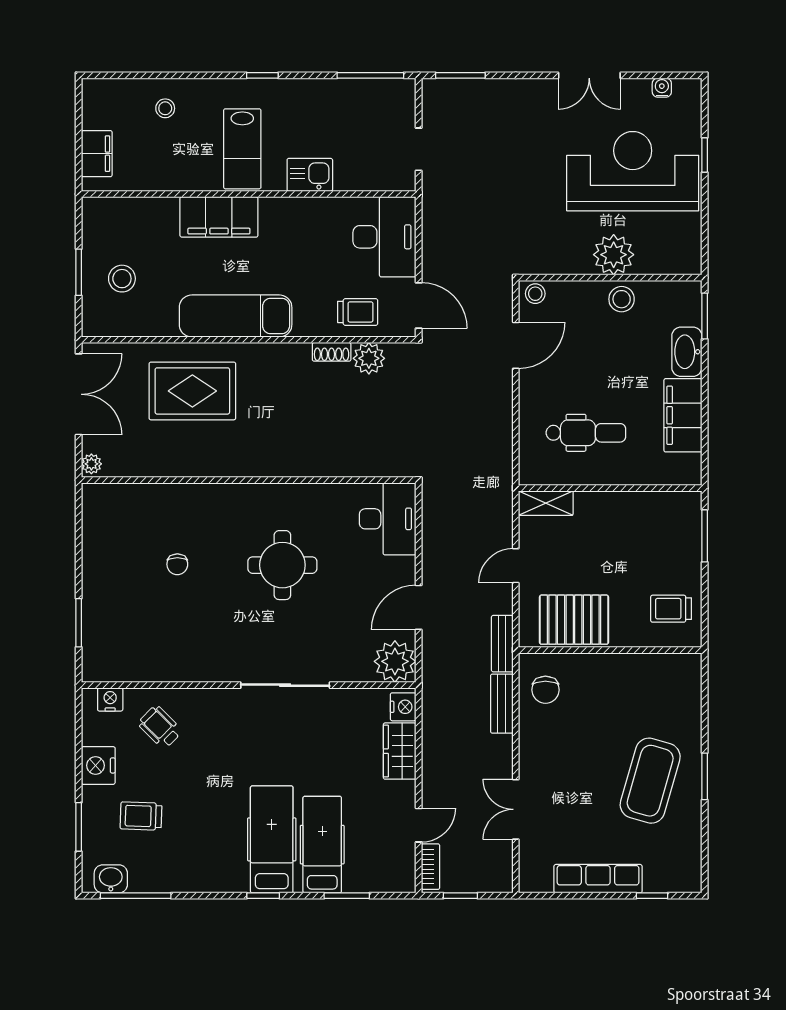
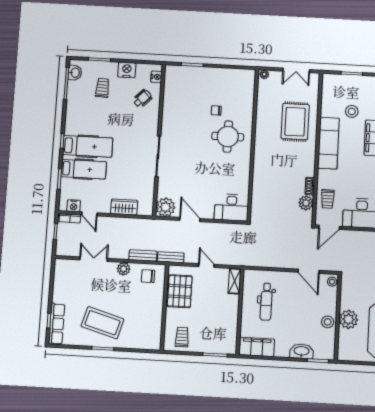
stool: (122, 279) -> (352, 111), moved
double door: (79, 394) -> (296, 70), width x0.73
filing cabinet: (683, 415) -> (257, 347), moved
round table: (282, 565) -> (228, 137), moved
nightstand: (403, 707) -> (74, 206), moved
plant: (533, 743) -> (124, 269), added
row of seats: (598, 879) -> (57, 324), moved

